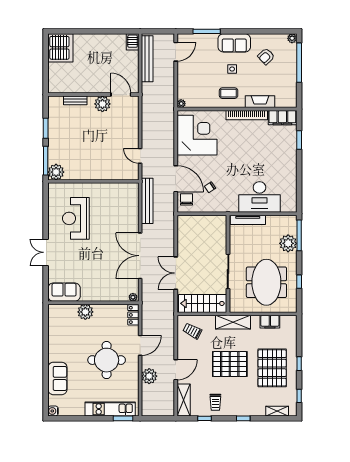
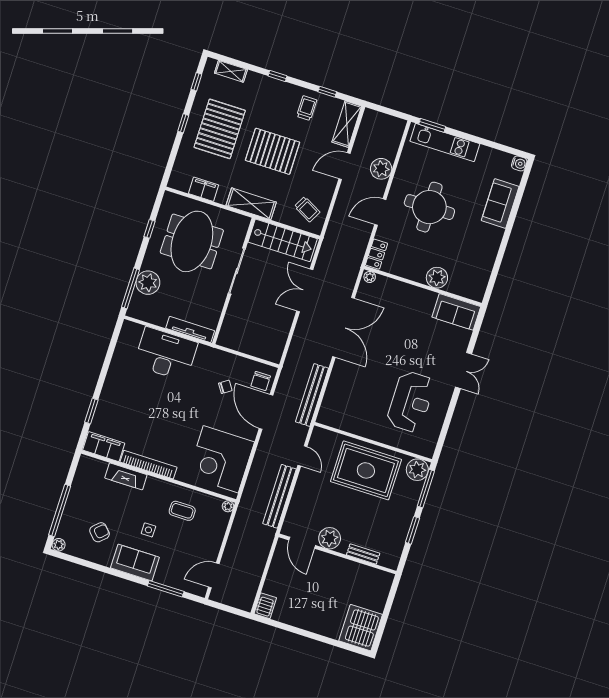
bench: (147, 59) -> (279, 496), moved
coffee table: (229, 93) -> (182, 511), moved
rug: (92, 160) -> (366, 470), added
double door: (176, 273) -> (305, 290), swing flipped

